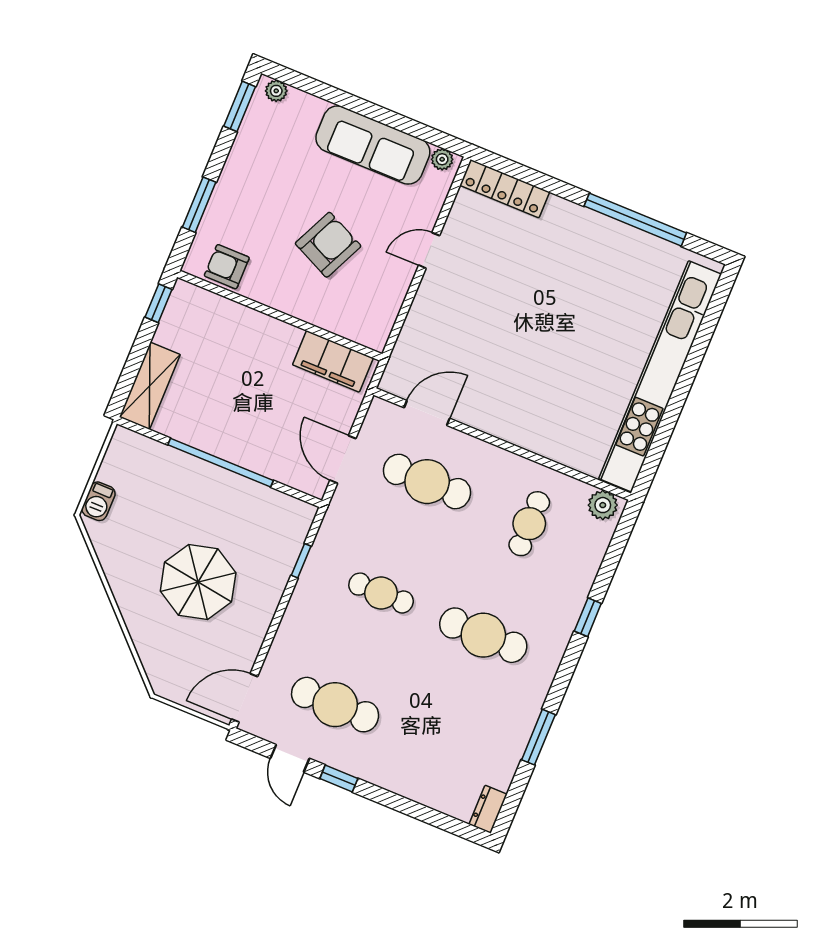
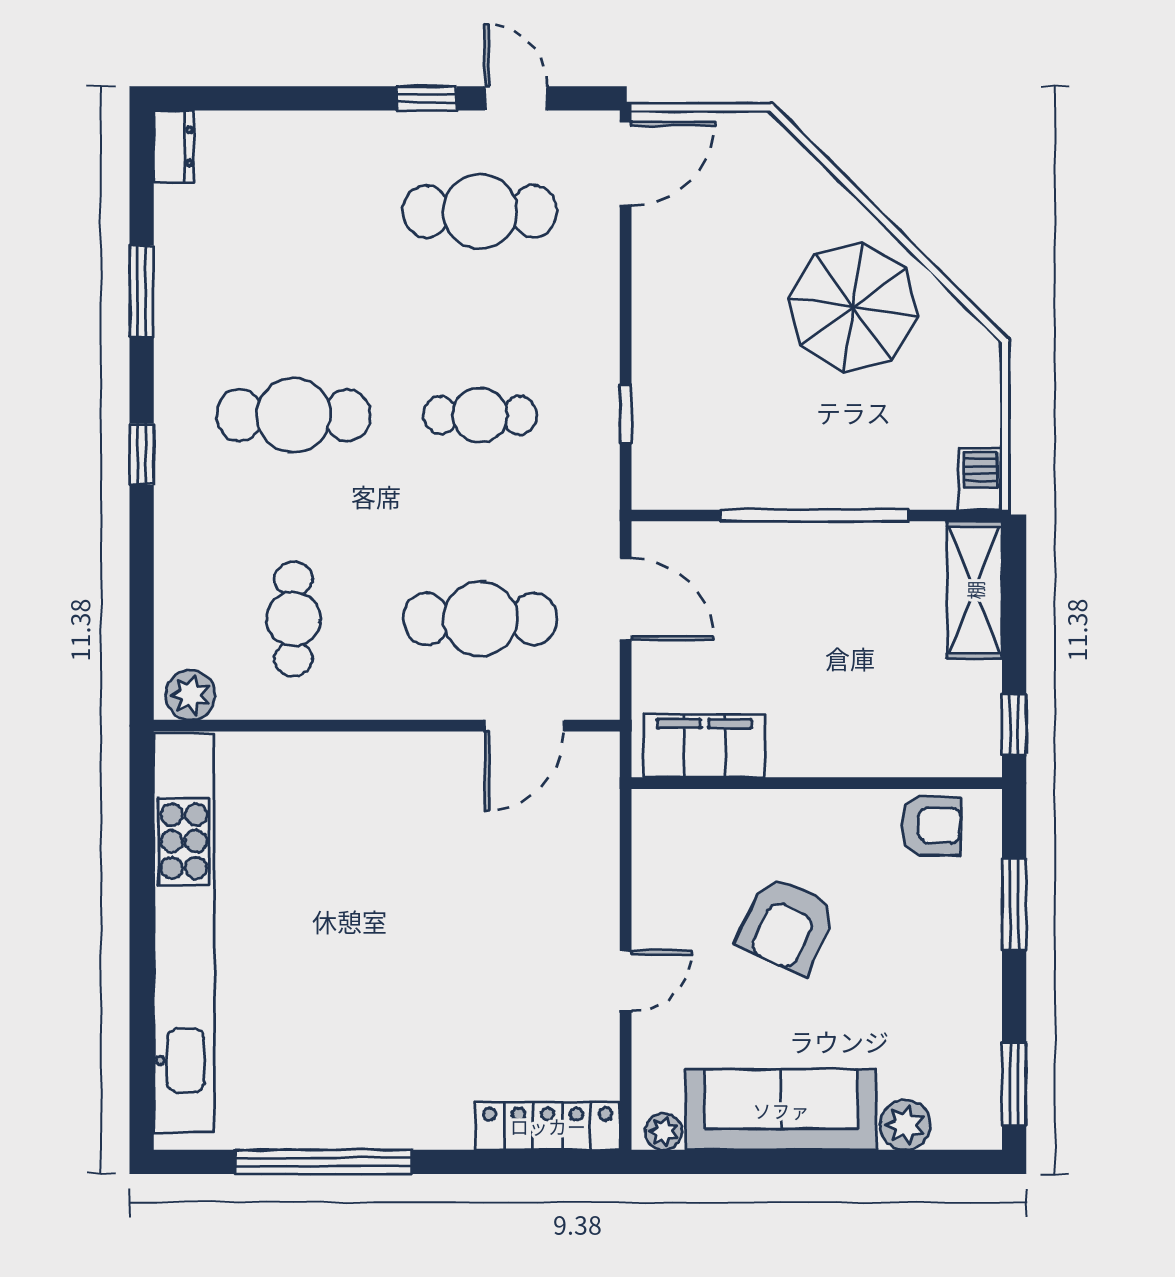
plant: (276, 91) -> (905, 1125), moved, width x1.38, depth x1.38
barbecue: (98, 501) -> (980, 479), moved
parasol: (198, 582) -> (853, 307), moved
window: (588, 617) -> (142, 454), moved

